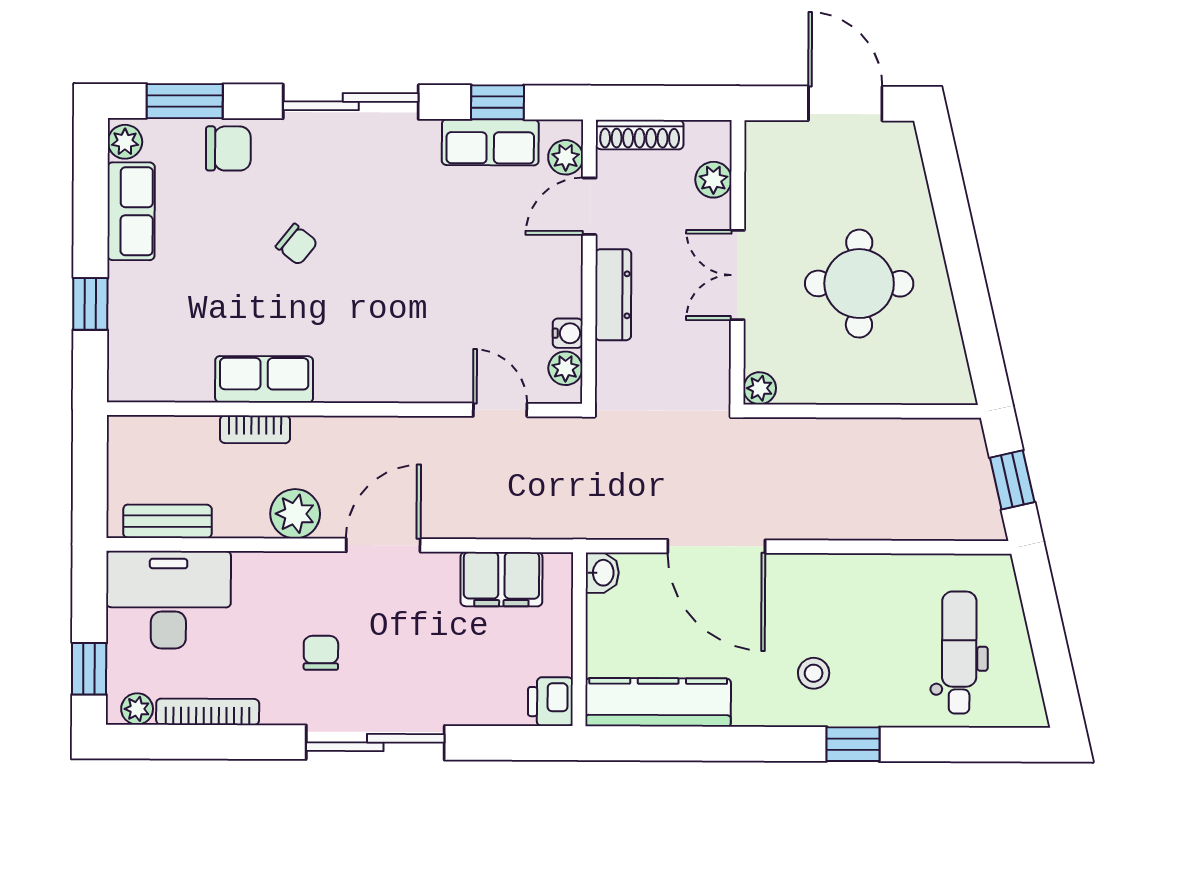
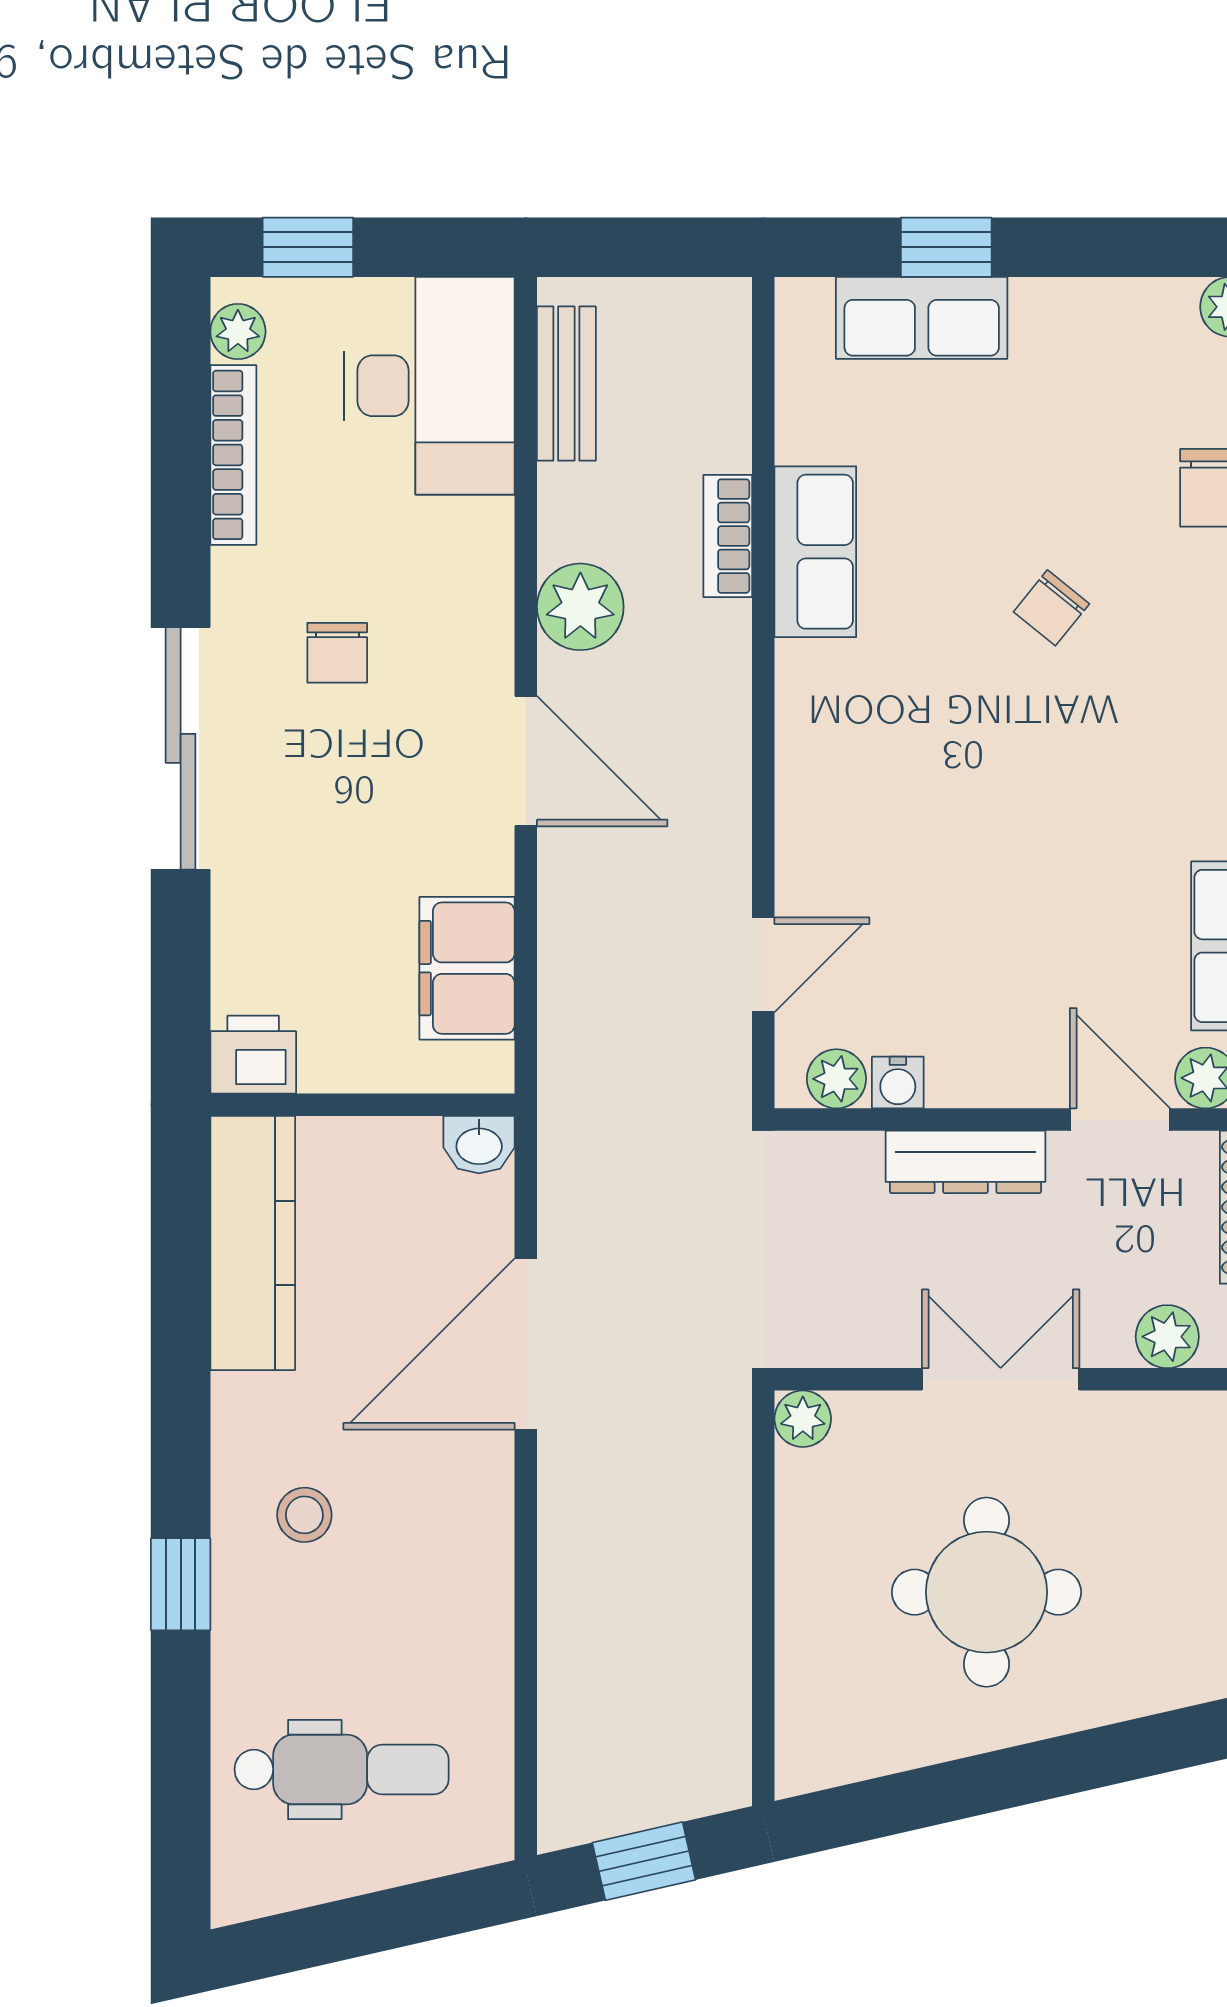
row of seats: (131, 211) -> (922, 318), moved
chair: (321, 653) -> (337, 653), turned 90

